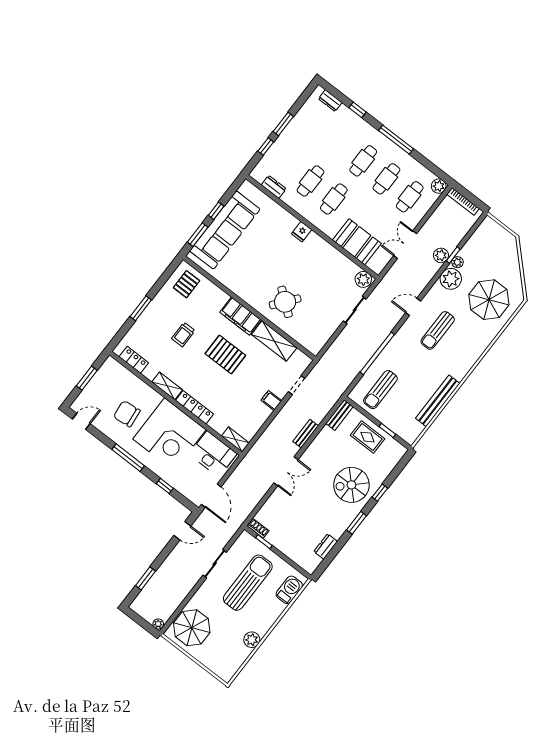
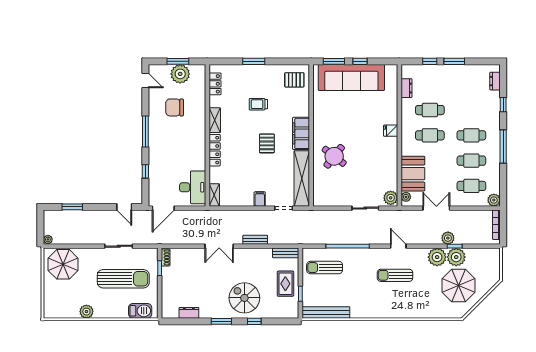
plant: (457, 262) -> (456, 257), width x1.88, depth x1.88
plant: (373, 265) -> (406, 197), added
parasol: (489, 300) -> (458, 285), moved
shelving: (274, 341) -> (302, 178), width x1.47
pallet: (225, 355) -> (267, 143), width x0.67, depth x0.71
plant: (100, 385) -> (180, 74), added
bench: (438, 401) -> (326, 312), moved
chair: (127, 414) -> (175, 107), turned -84
corner desk: (169, 434) -> (183, 147), removed

